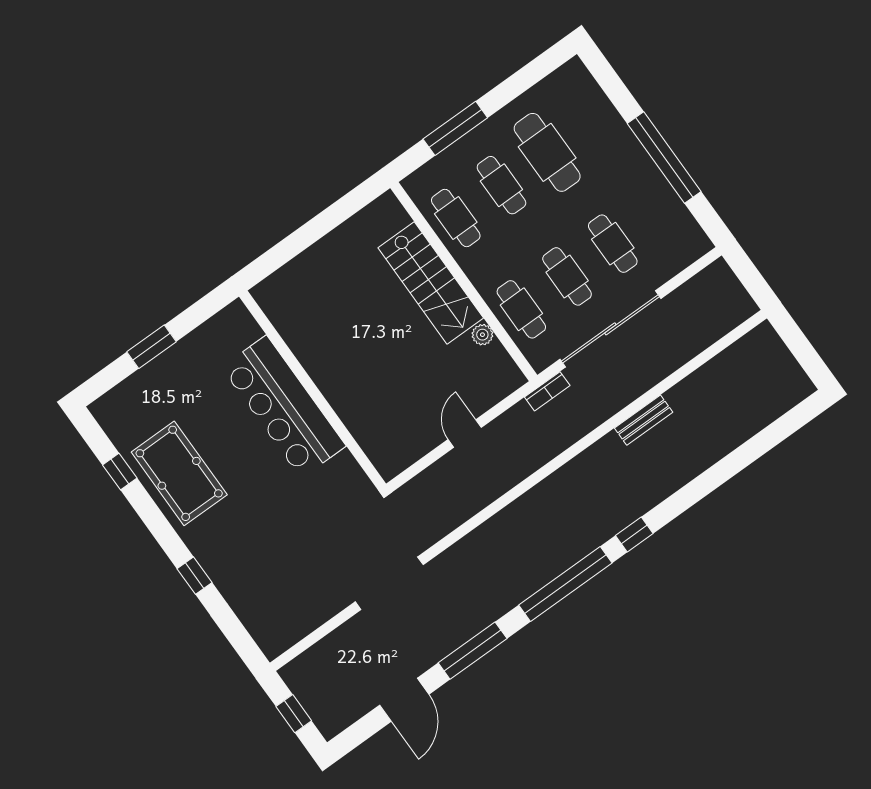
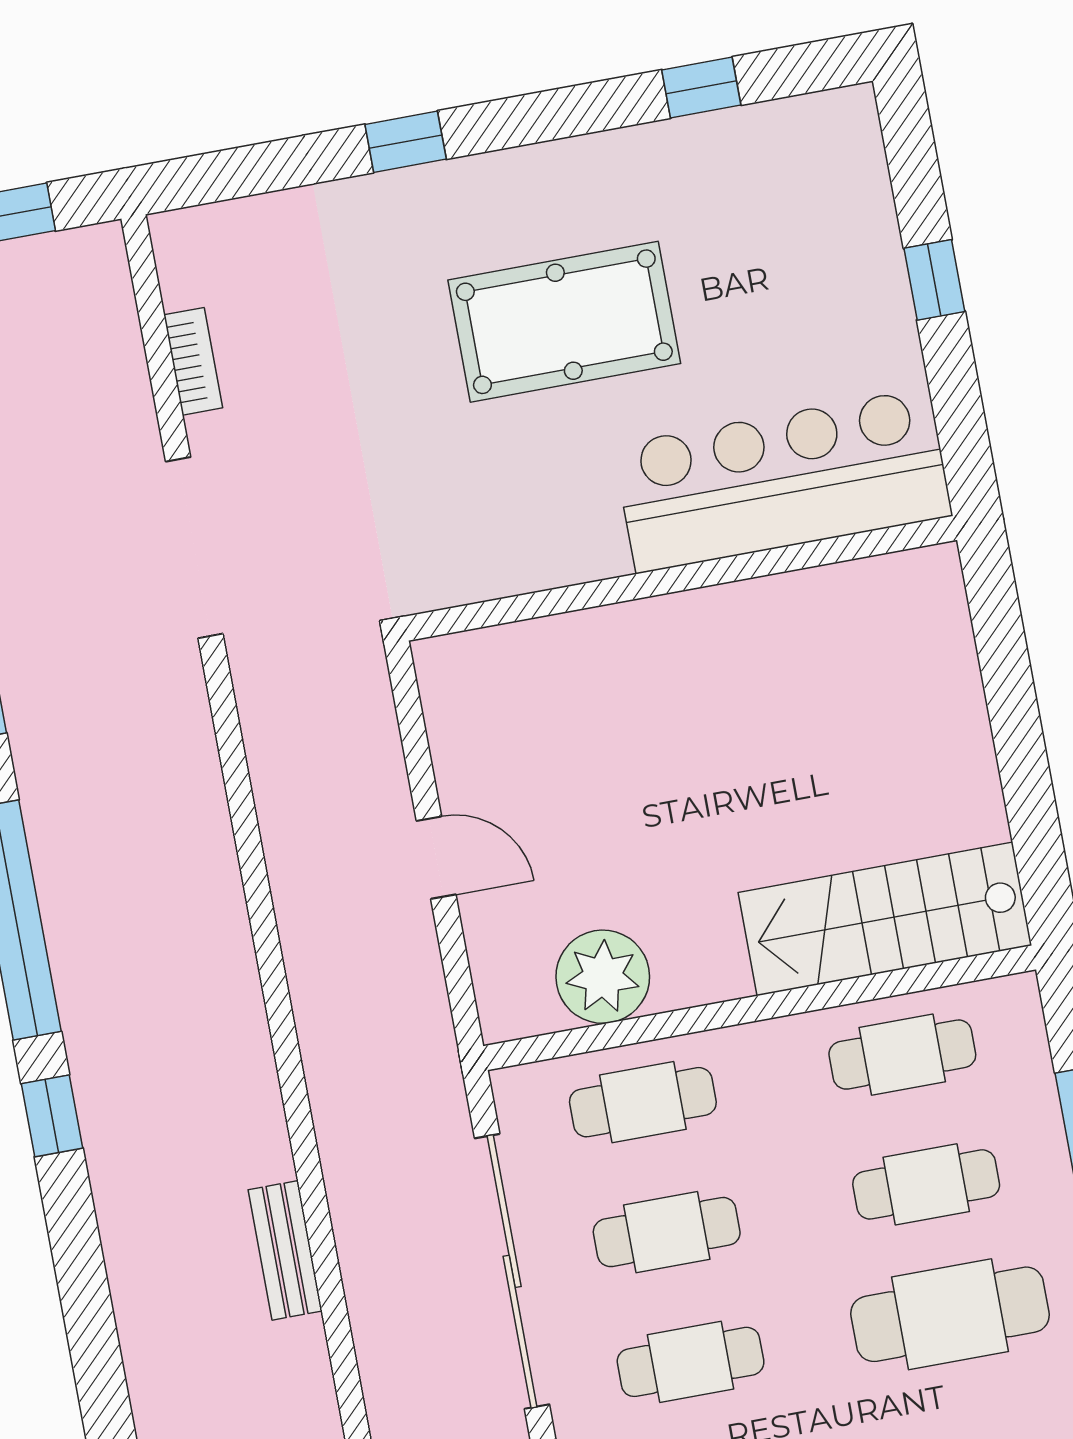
stairs: (431, 283) -> (885, 919), moved
plant: (482, 335) -> (603, 977), width x1.88, depth x1.88
window: (151, 347) -> (934, 280), width x0.67
bookcase: (547, 391) -> (193, 361), moved, turned 180
bar counter: (284, 407) -> (783, 481), moved
pool table: (179, 473) -> (564, 322), moved

